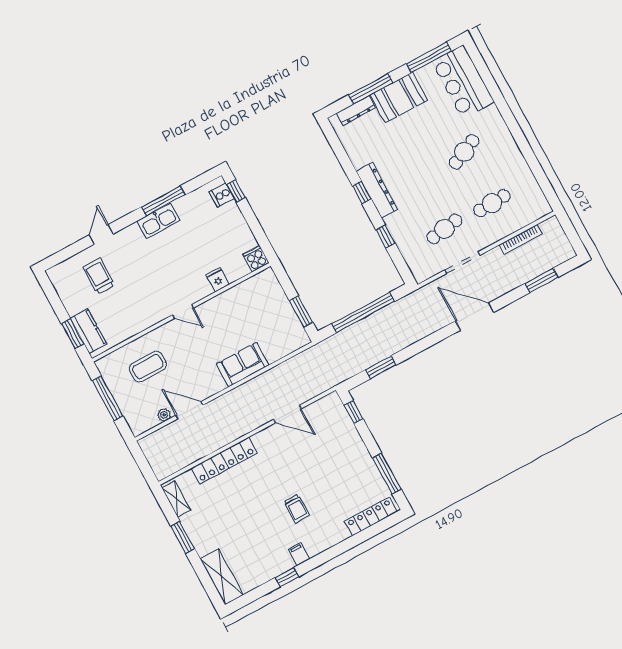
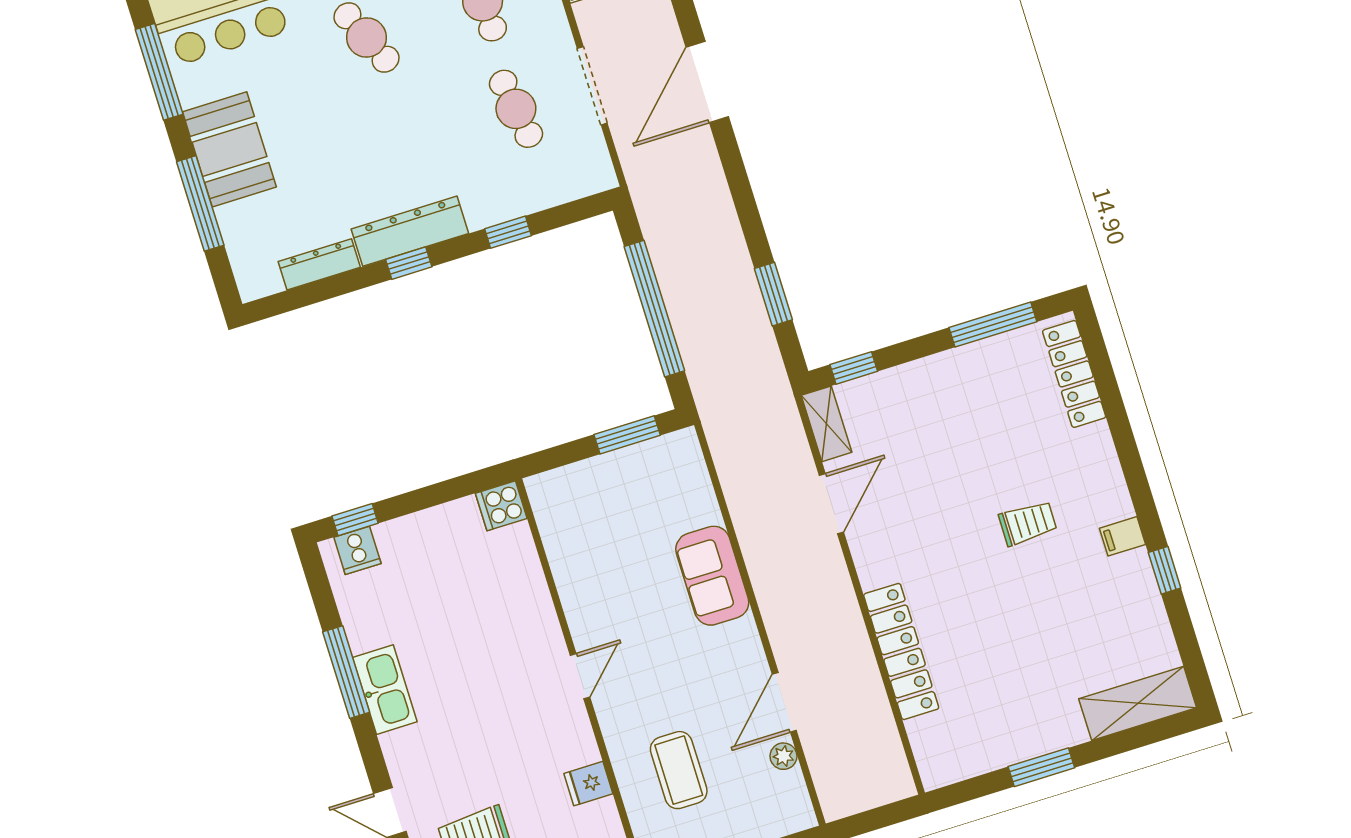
dresser: (356, 111) -> (319, 264), moved, turned -90
fridge: (218, 280) -> (588, 784), moved
shelving: (176, 499) -> (827, 424), moved, turned 90

